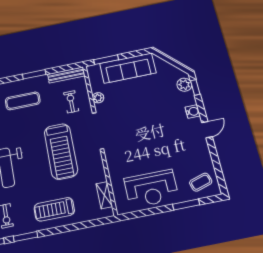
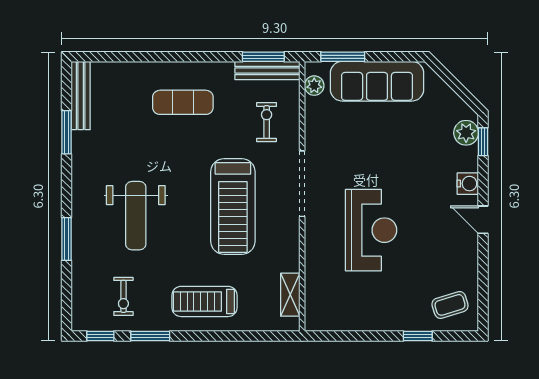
window: (34, 74) -> (263, 57), moved
plant: (98, 98) -> (314, 86), moved
door: (207, 130) -> (483, 220), swing flipped
reception desk: (151, 189) -> (371, 230), moved, turned -90
window: (186, 205) -> (418, 336), width x0.67

